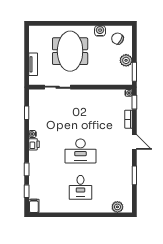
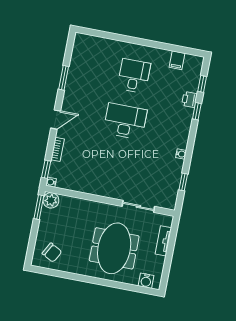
water cooler: (100, 31) -> (146, 281), moved
plant: (126, 60) -> (51, 200), moved
door: (134, 142) -> (56, 120), swing flipped
printer: (34, 144) -> (189, 100), moved
filing cabinet: (34, 206) -> (177, 60), moved
plant: (117, 207) -> (92, 43), removed

